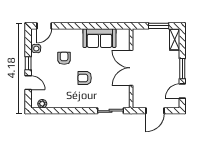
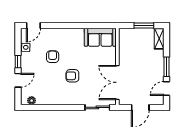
sofa: (99, 38) -> (100, 37), moved
double door: (131, 68) -> (117, 82), moved
door: (28, 83) -> (18, 80), hinge flipped

